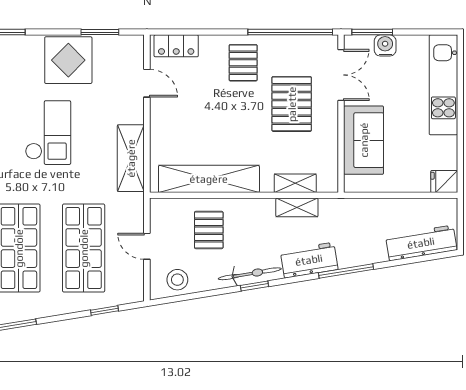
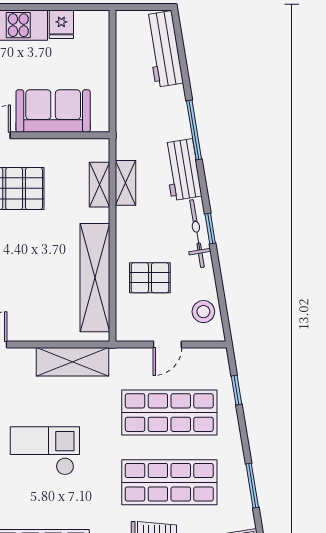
fridge: (444, 182) -> (61, 24), moved

